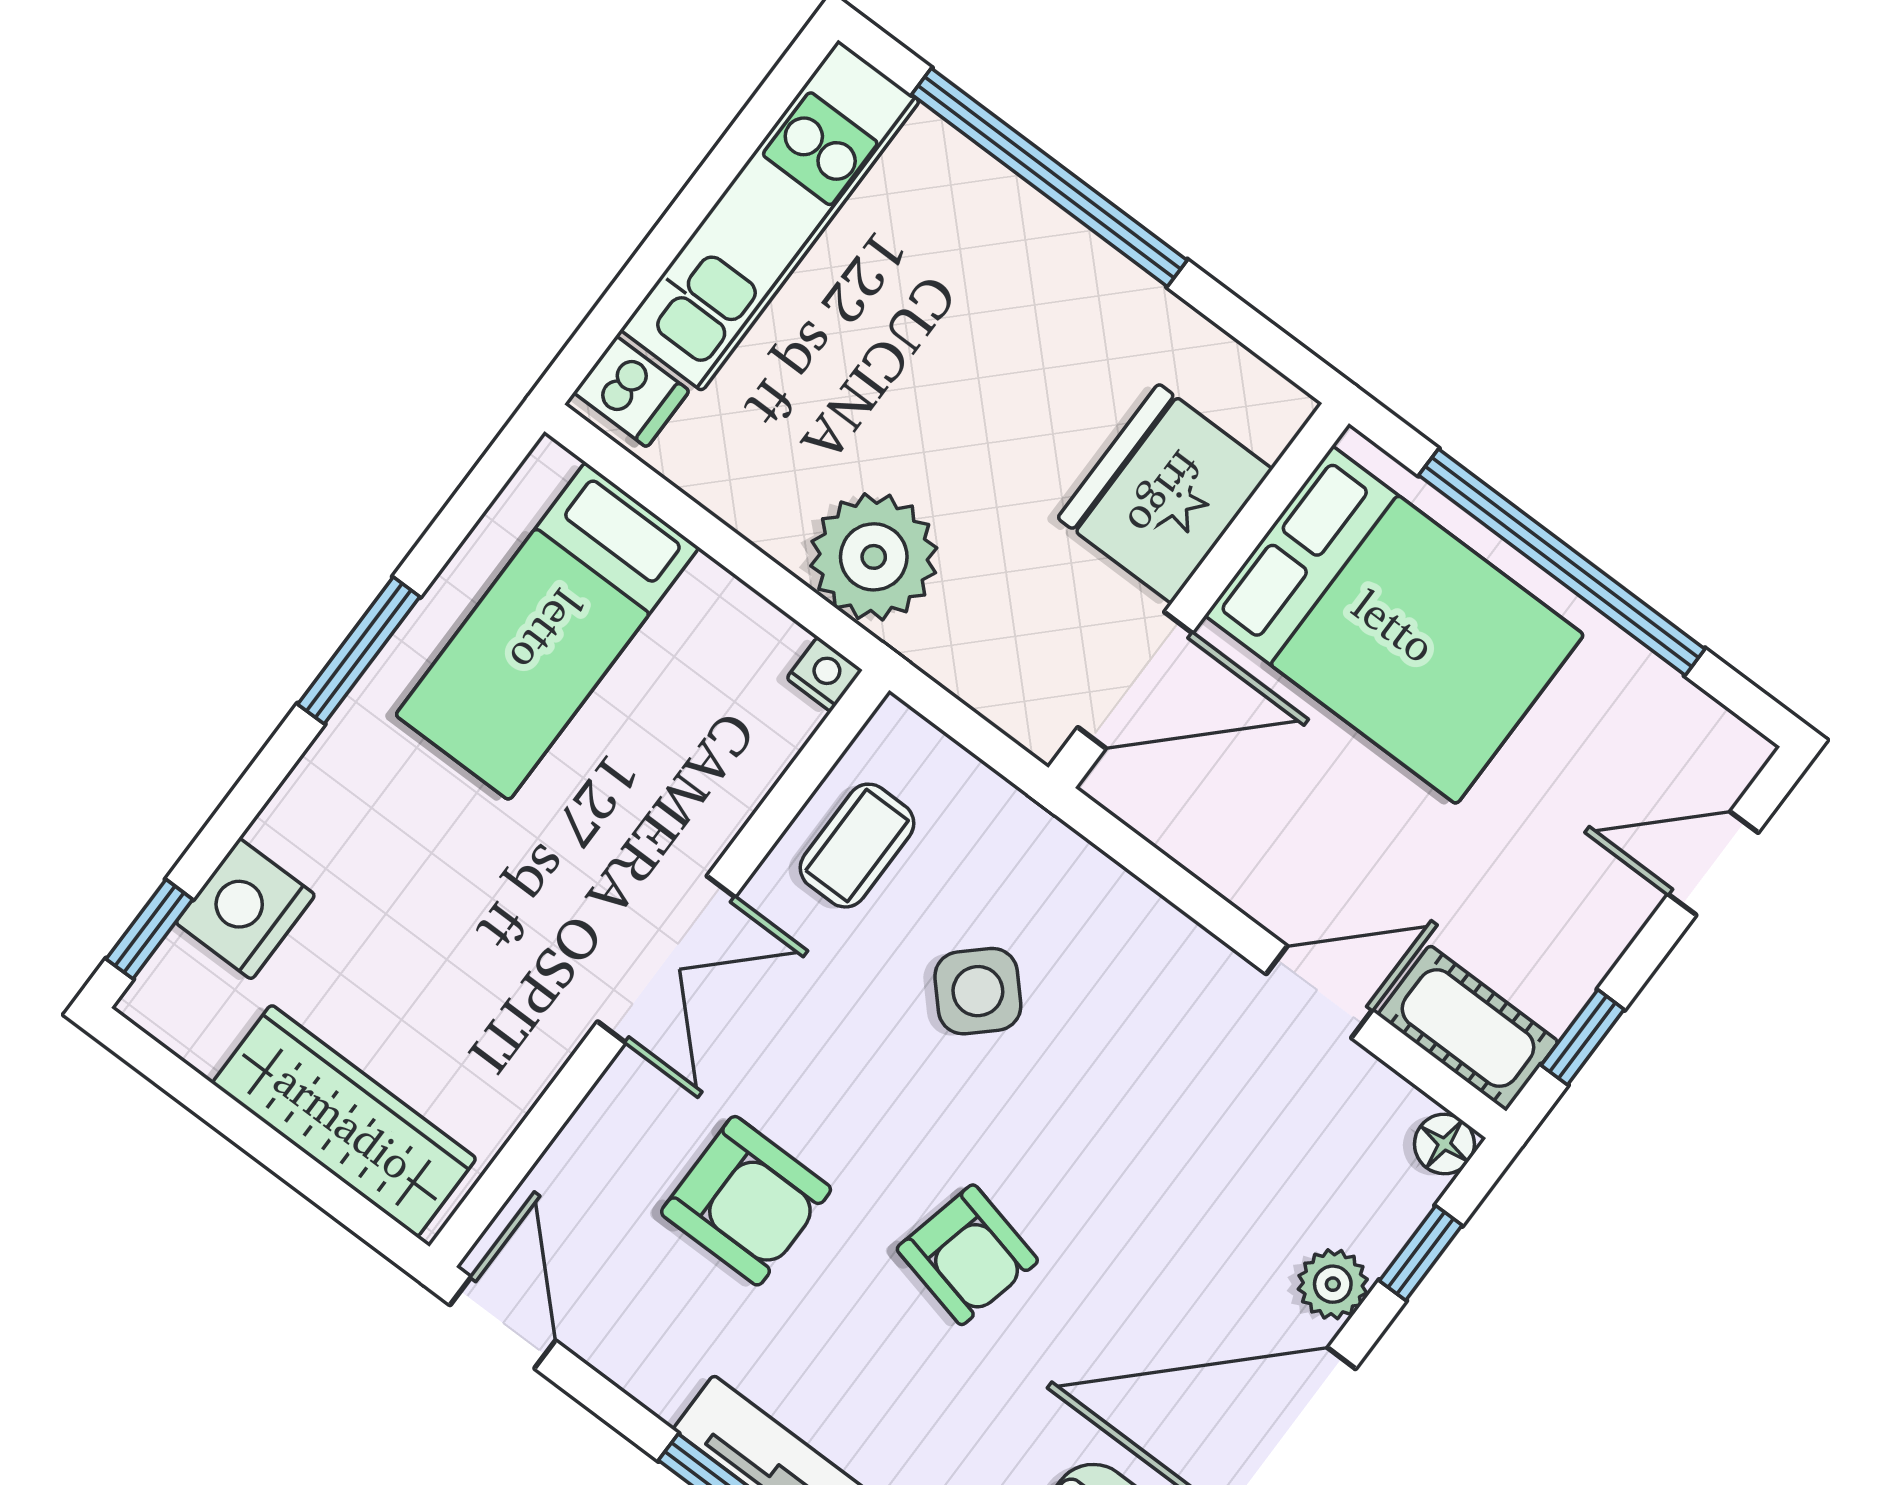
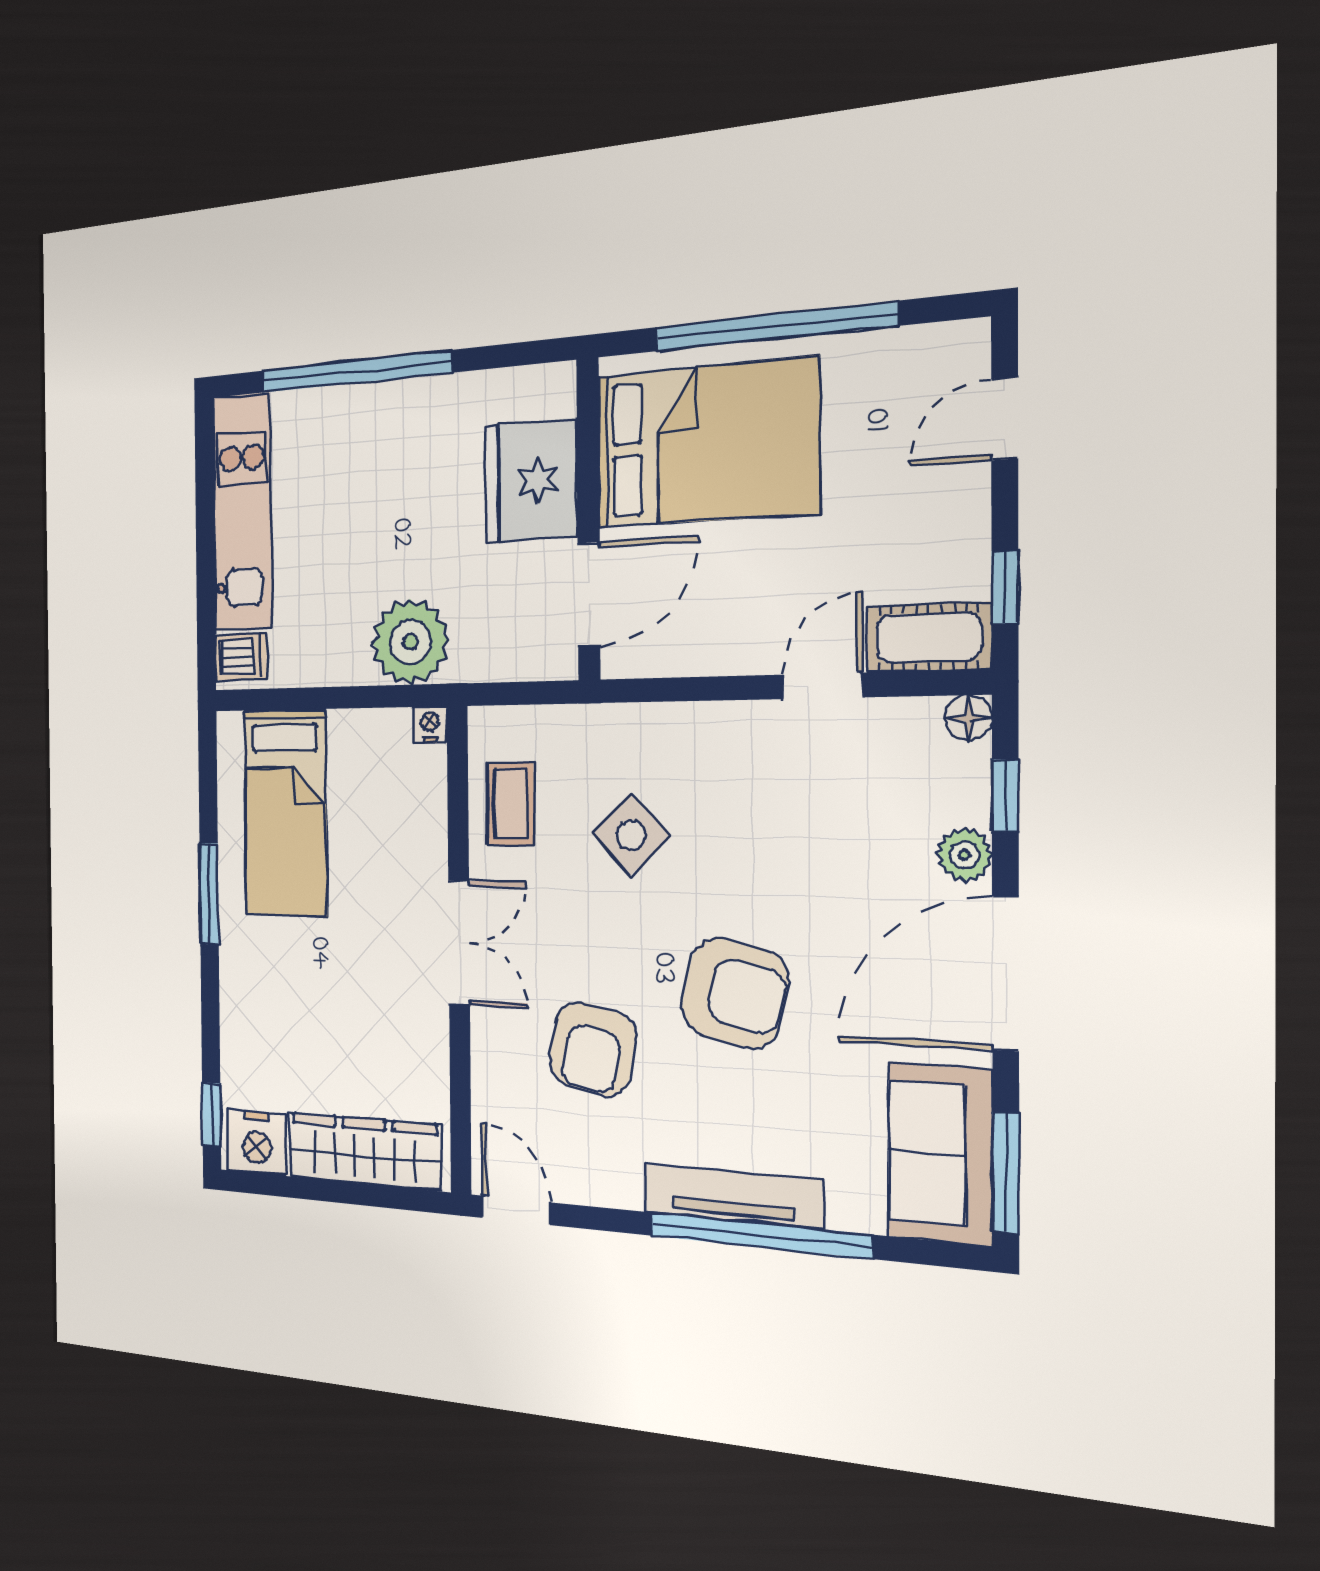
nightstand: (245, 909) -> (257, 1142), moved, turned -90
armchair: (746, 1201) -> (593, 1049), turned 101
armchair: (967, 1255) -> (735, 993), width x1.38, depth x1.38

